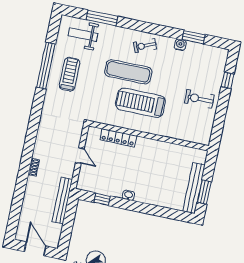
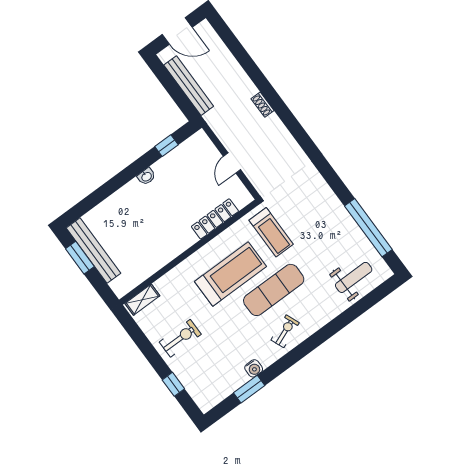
window: (102, 18) -> (353, 312), removed
window: (46, 66) -> (368, 228), moved
treadmill: (70, 74) -> (271, 232), moved
shelving: (197, 138) -> (142, 300), added
door: (80, 156) -> (232, 163), hinge flipped
bench: (62, 201) -> (189, 86), moved

